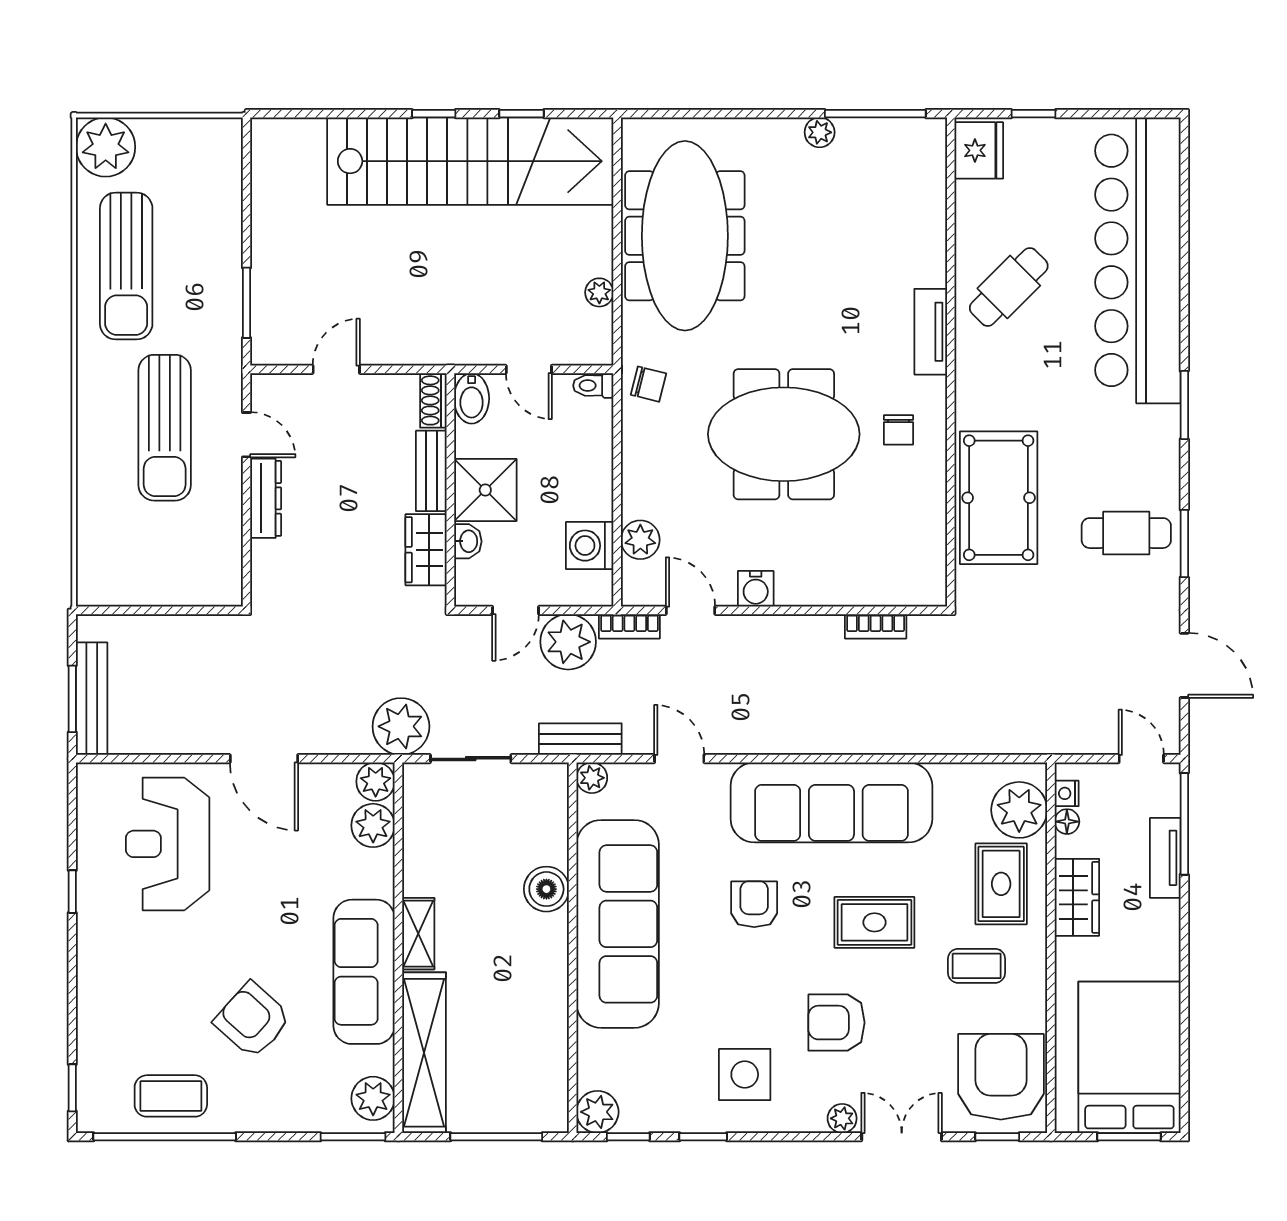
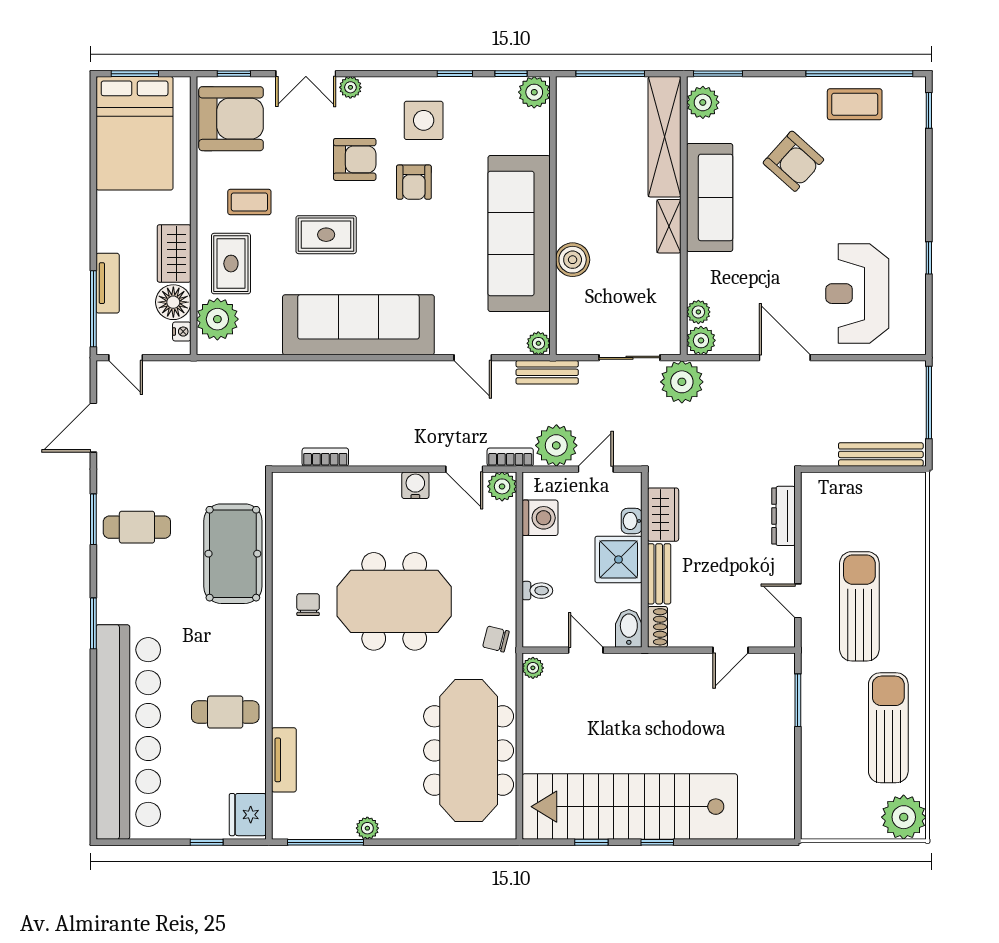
cafe table: (1009, 287) -> (225, 712), turned 45
plant: (599, 292) -> (533, 668), moved
tv unit: (931, 332) -> (284, 760), moved
toilet: (593, 386) -> (537, 591), moved
dresser: (266, 498) -> (783, 516), moved
plant: (640, 540) -> (502, 486), moved
door: (1184, 665) -> (93, 428), hinge flipped
window: (72, 699) -> (929, 403), width x1.44
bench: (92, 699) -> (881, 454), moved, turned 90
floor lamp: (1067, 822) -> (173, 302), width x1.89, depth x1.89
plant: (373, 825) -> (698, 312), width x0.73, depth x0.73
reception desk: (168, 844) -> (857, 294), turned 180
armchair: (754, 904) -> (414, 182), moved
armchair: (1001, 1077) -> (231, 119), turned -90

